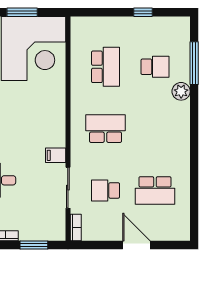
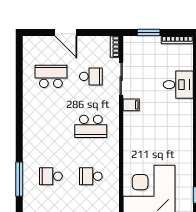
school desk: (106, 67) -> (91, 176), width x0.54
plant: (181, 91) -> (30, 156), removed

